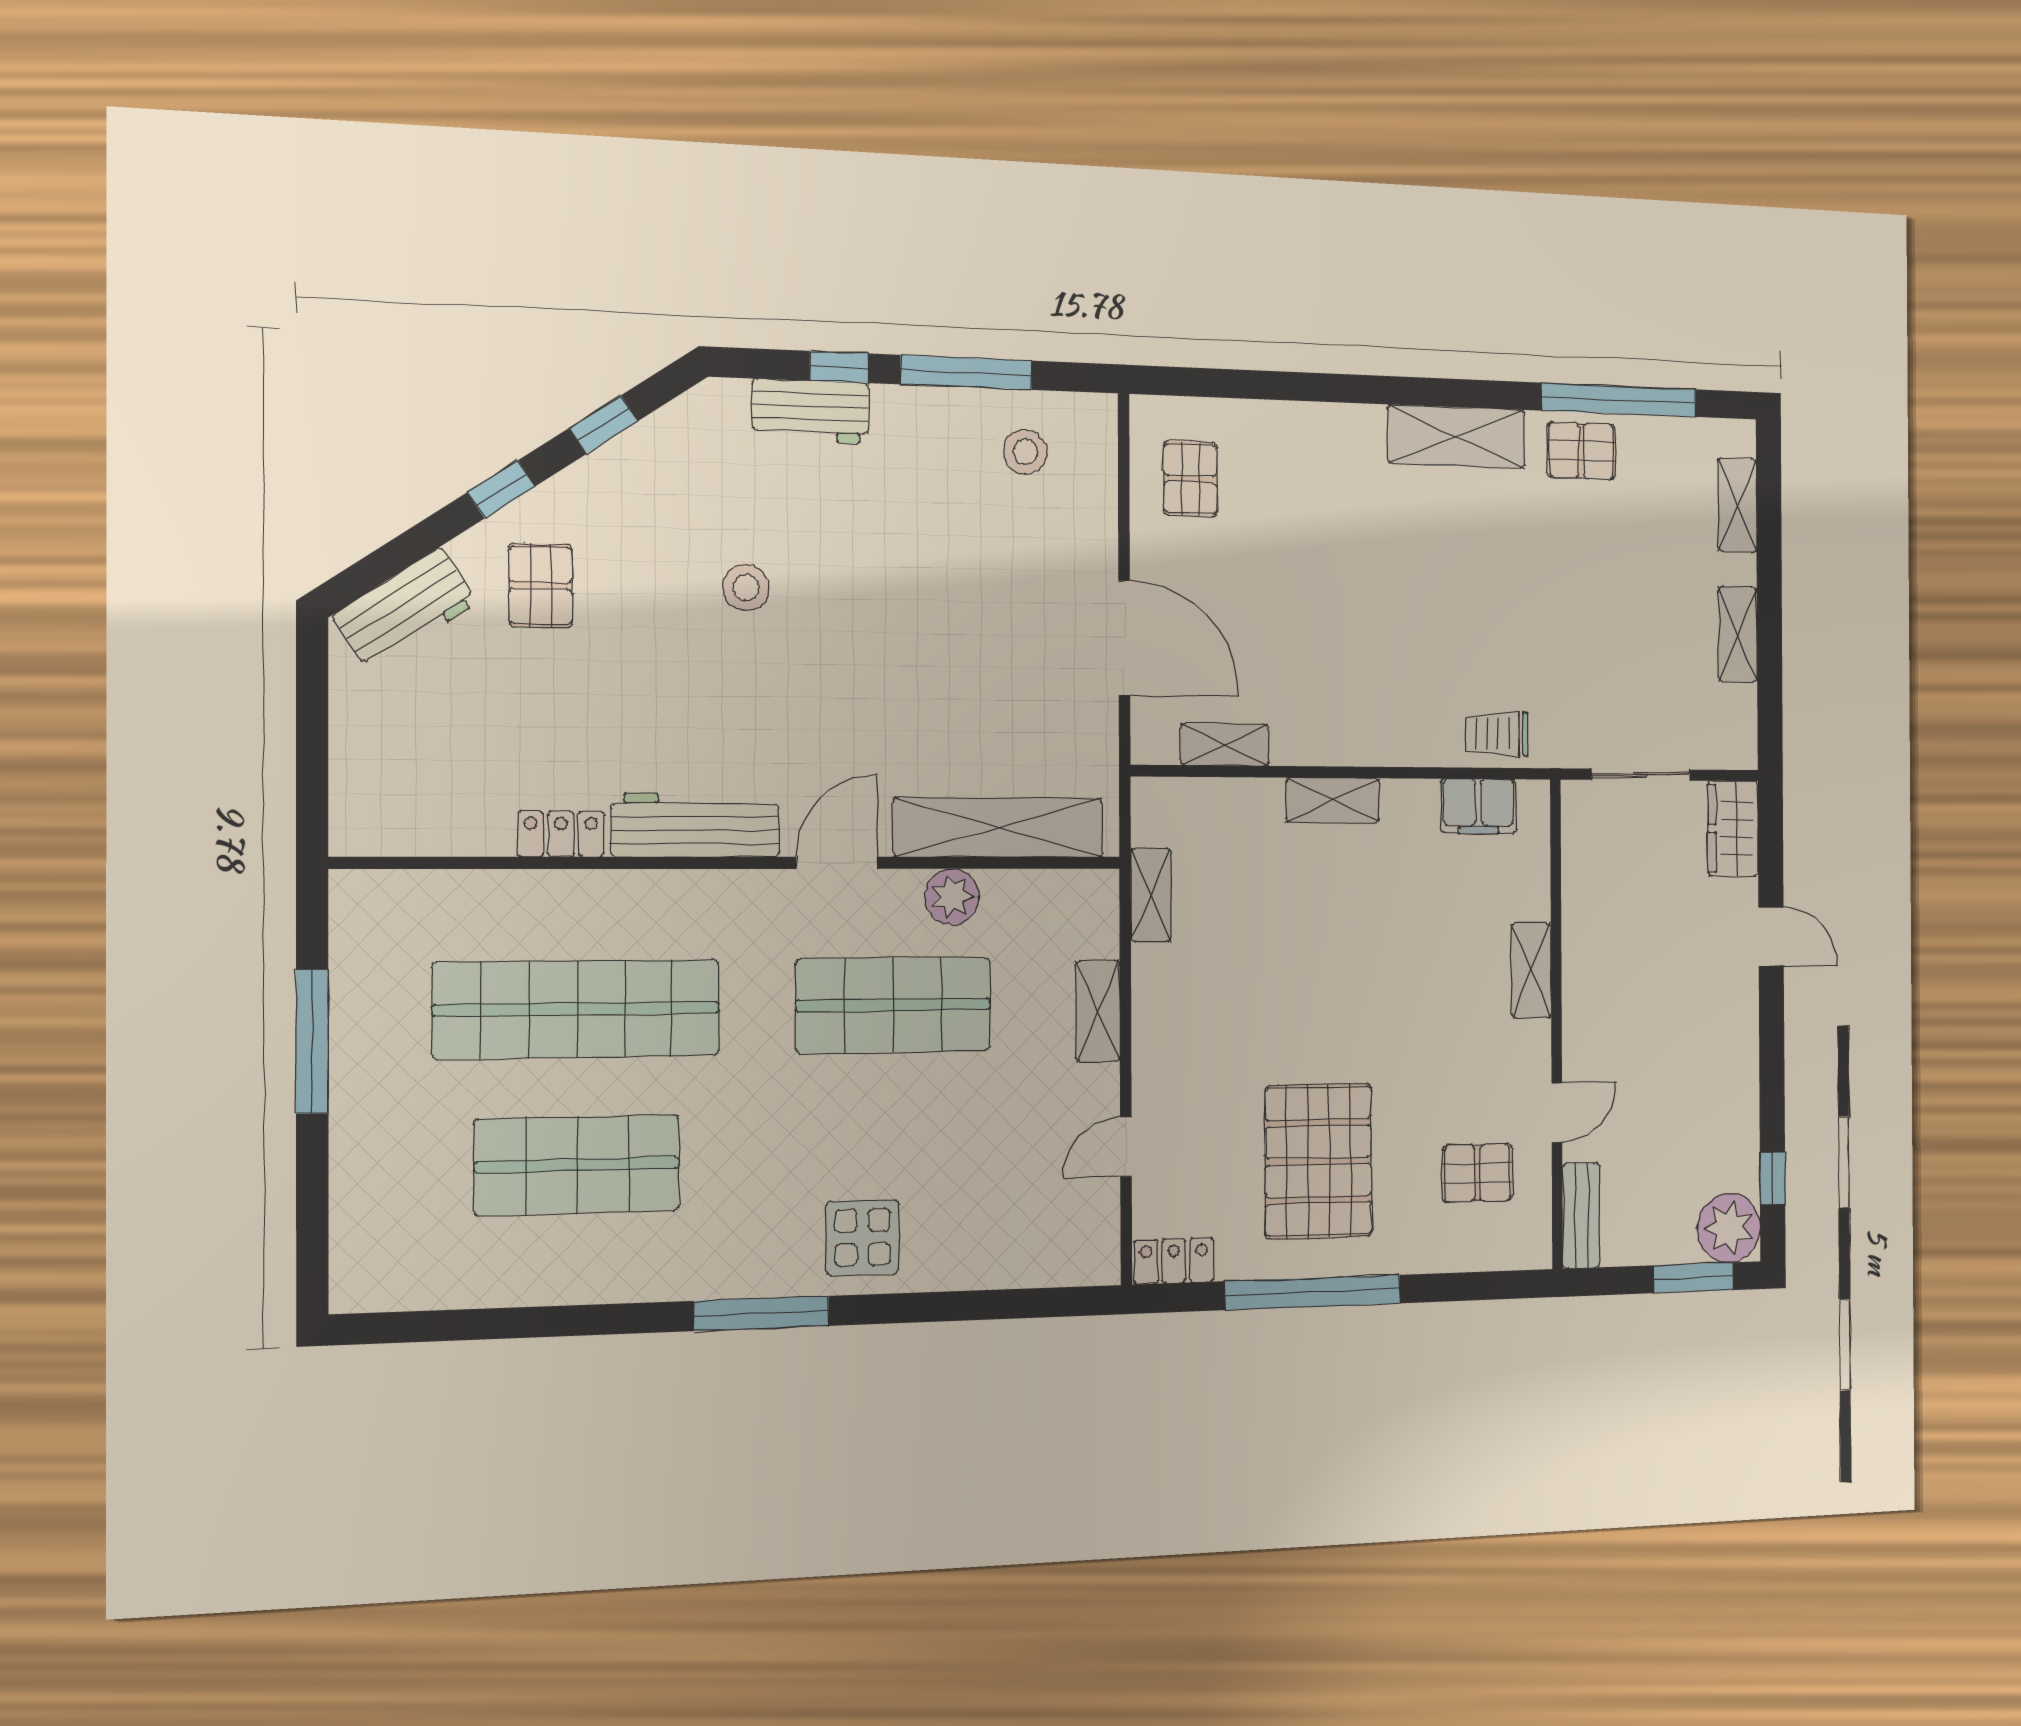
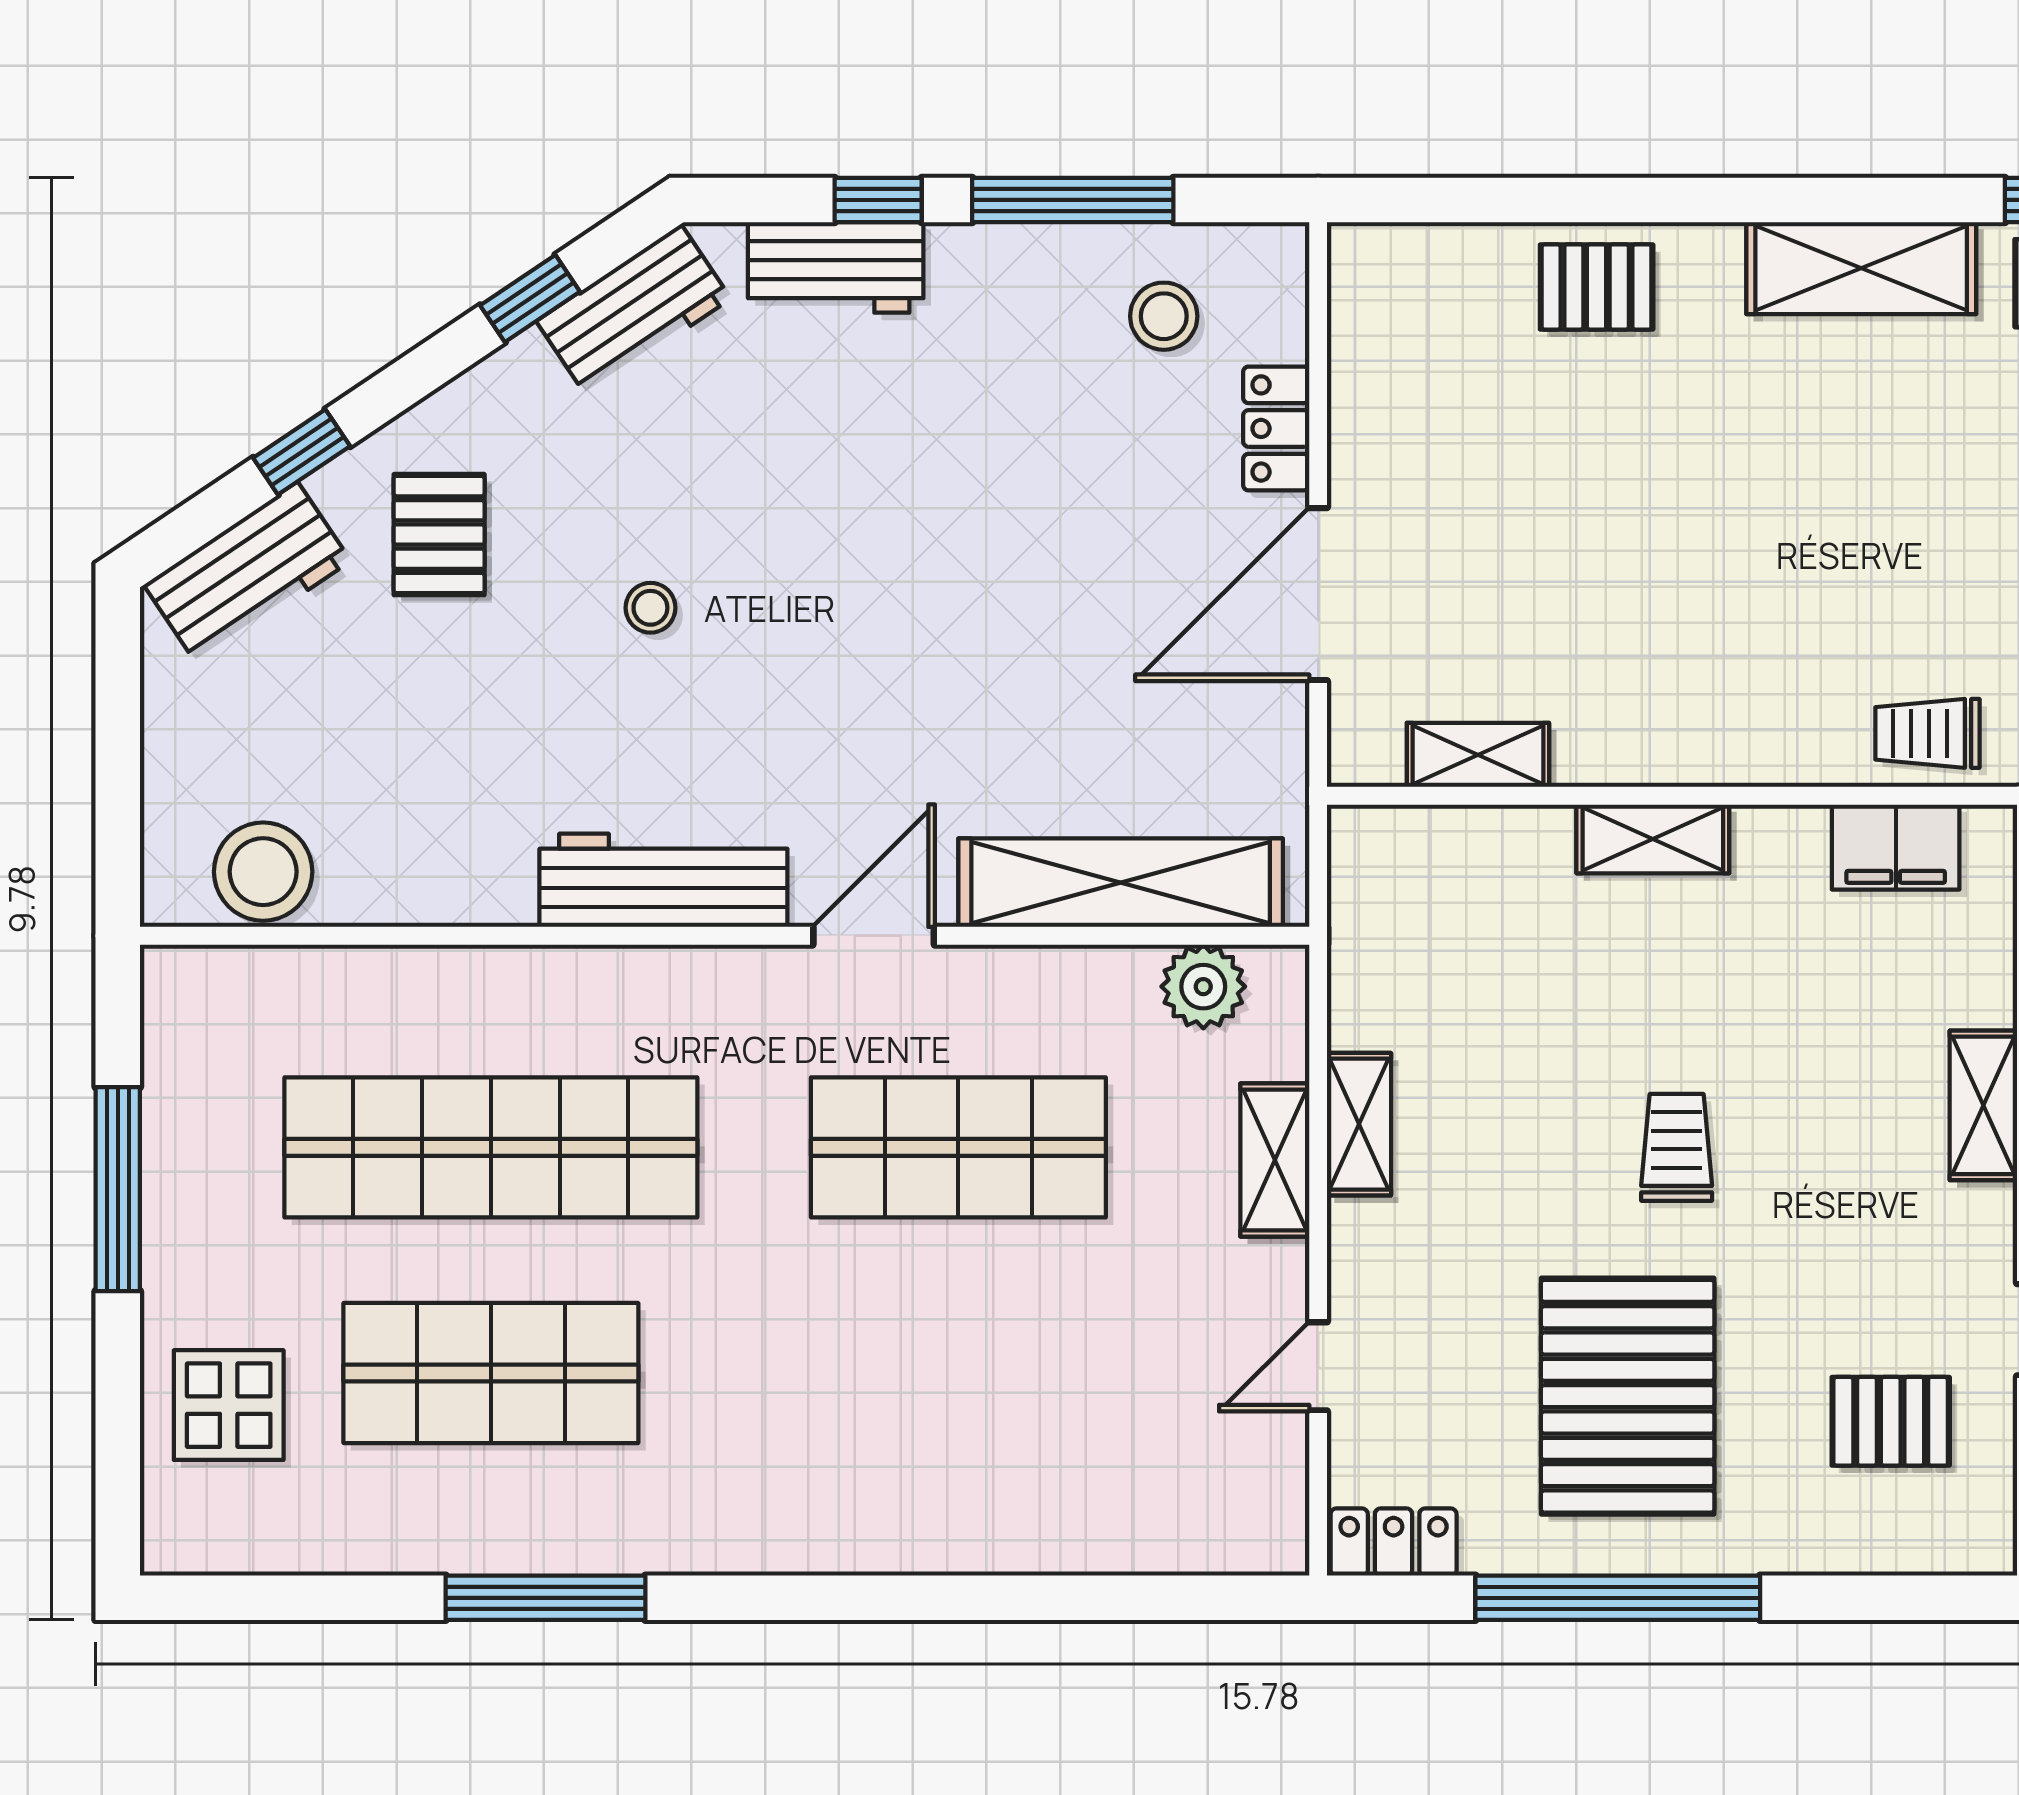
workbench: (674, 435) -> (634, 310), added
pallet: (1190, 479) -> (1597, 287), moved, turned 90
window: (501, 489) -> (302, 452), moved
stool: (746, 588) -> (650, 608), moved, width x0.73, depth x0.73
door: (1124, 638) -> (1318, 594), swing flipped
stool: (417, 818) -> (263, 872), added
locker: (561, 834) -> (1276, 428), moved, turned -90
shelving: (1151, 895) -> (1359, 1124), moved
plant: (952, 897) -> (1203, 987), moved
trolley: (1348, 999) -> (1677, 1147), added
display table: (863, 1237) -> (229, 1405), moved
window: (762, 1313) -> (545, 1598), moved

